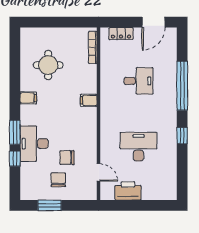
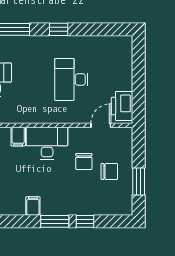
filing cabinet: (28, 98) -> (33, 206), moved
desk: (34, 144) -> (47, 143), moved, turned 180
chair: (58, 180) -> (109, 172), turned 180
printer: (128, 191) -> (122, 106), moved

